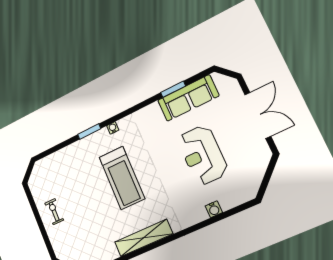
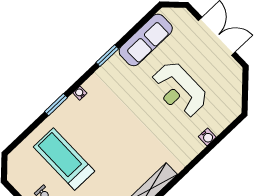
window: (173, 89) -> (107, 56), moved
treadmill: (122, 178) -> (64, 159), moved, turned 180

